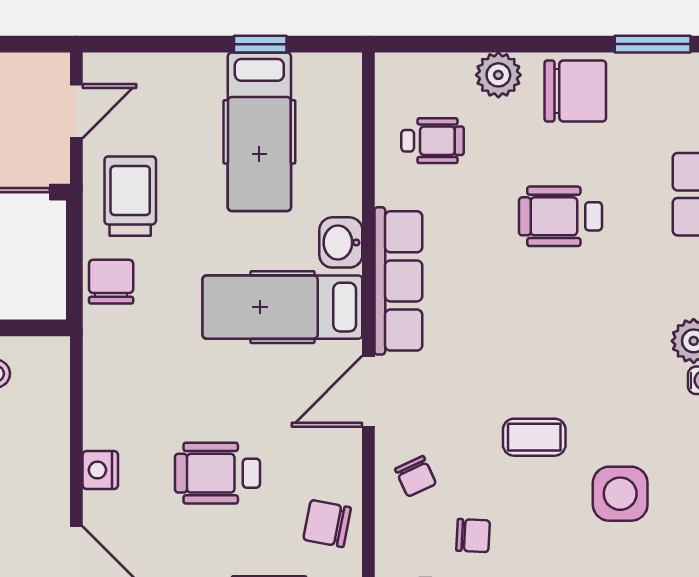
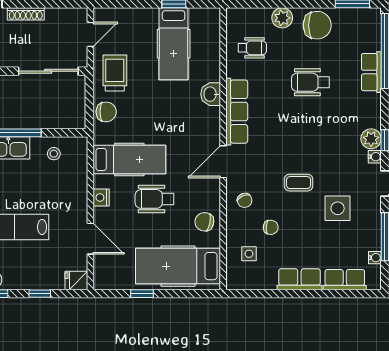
chair: (111, 282) -> (106, 112), turned 90
hospital bed: (282, 307) -> (129, 159), moved, turned 180

